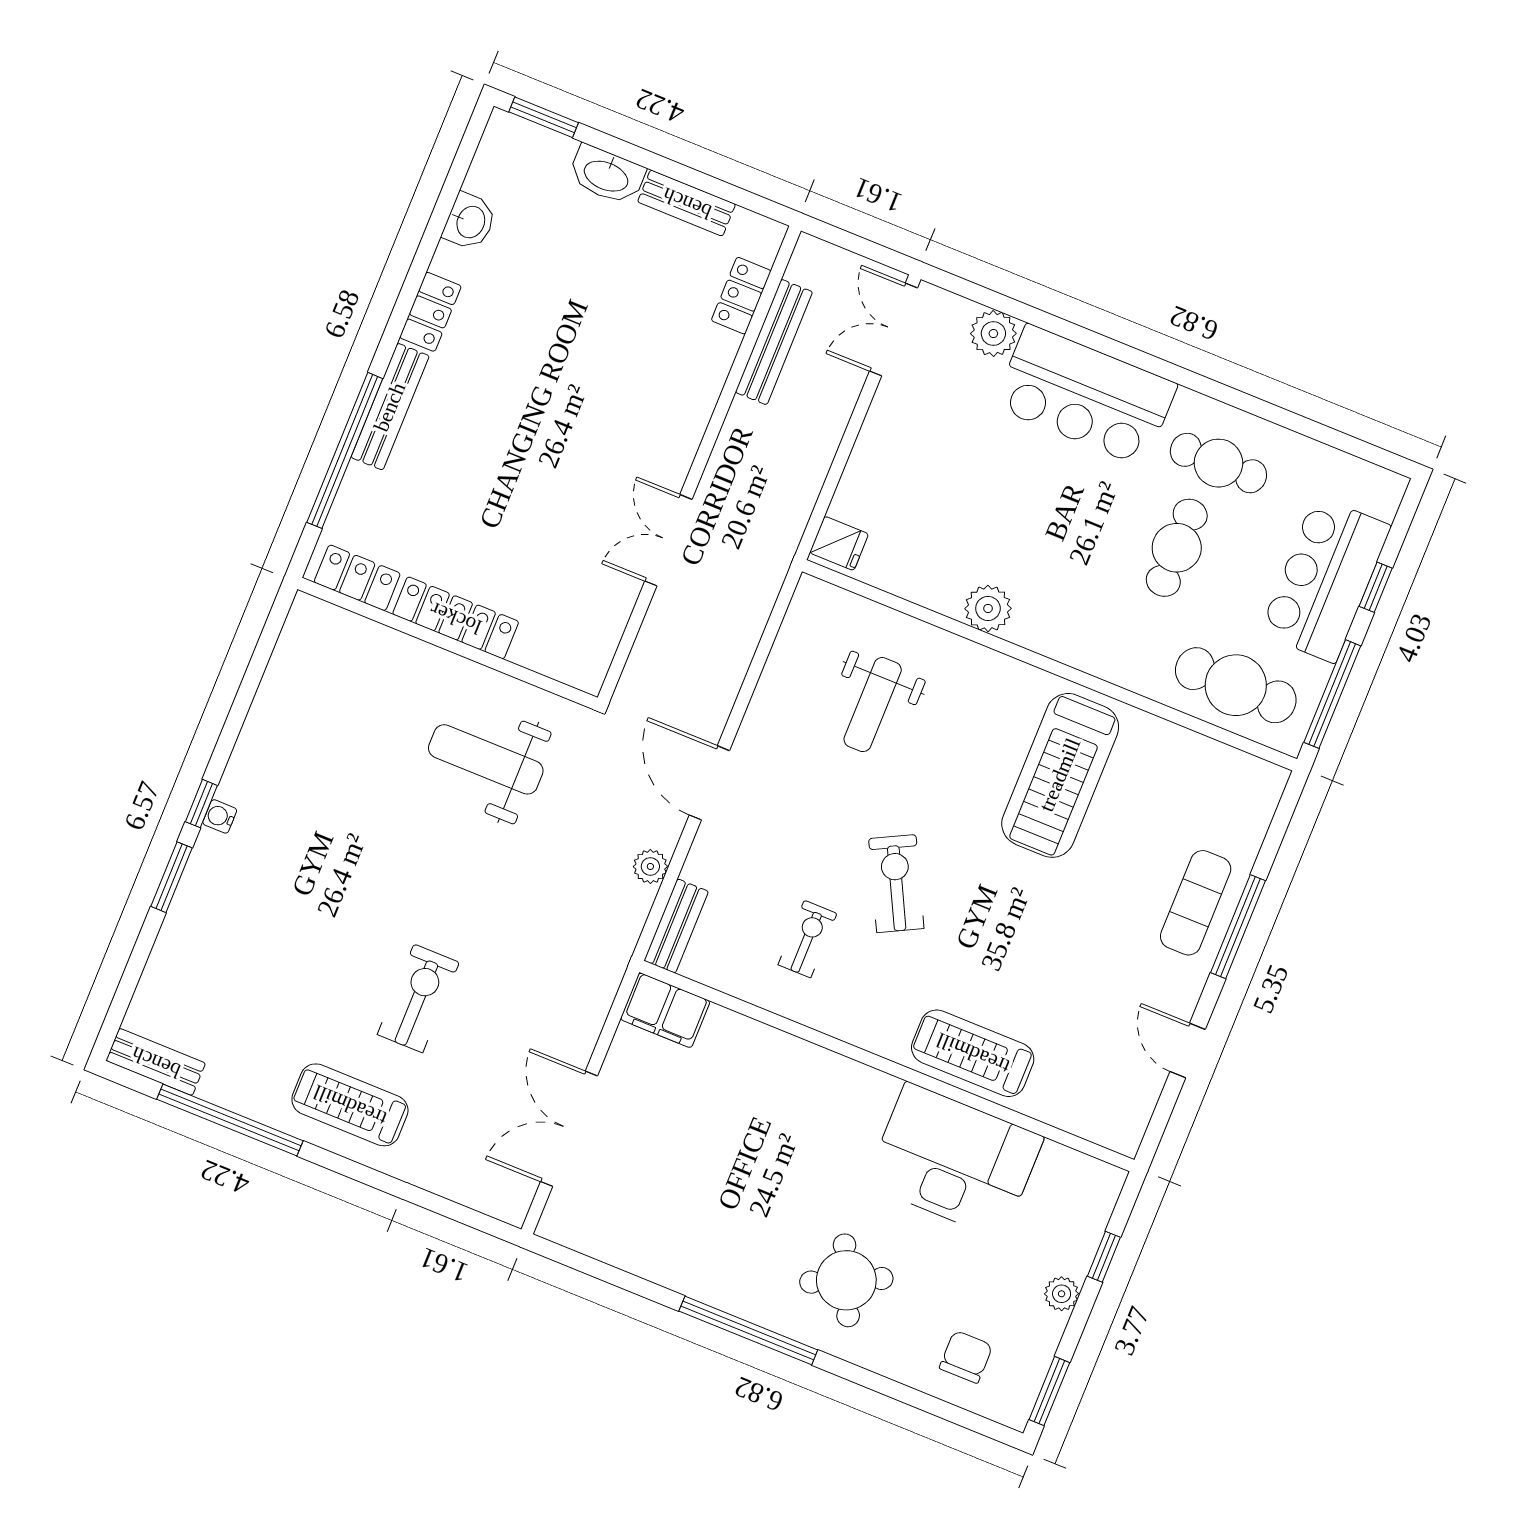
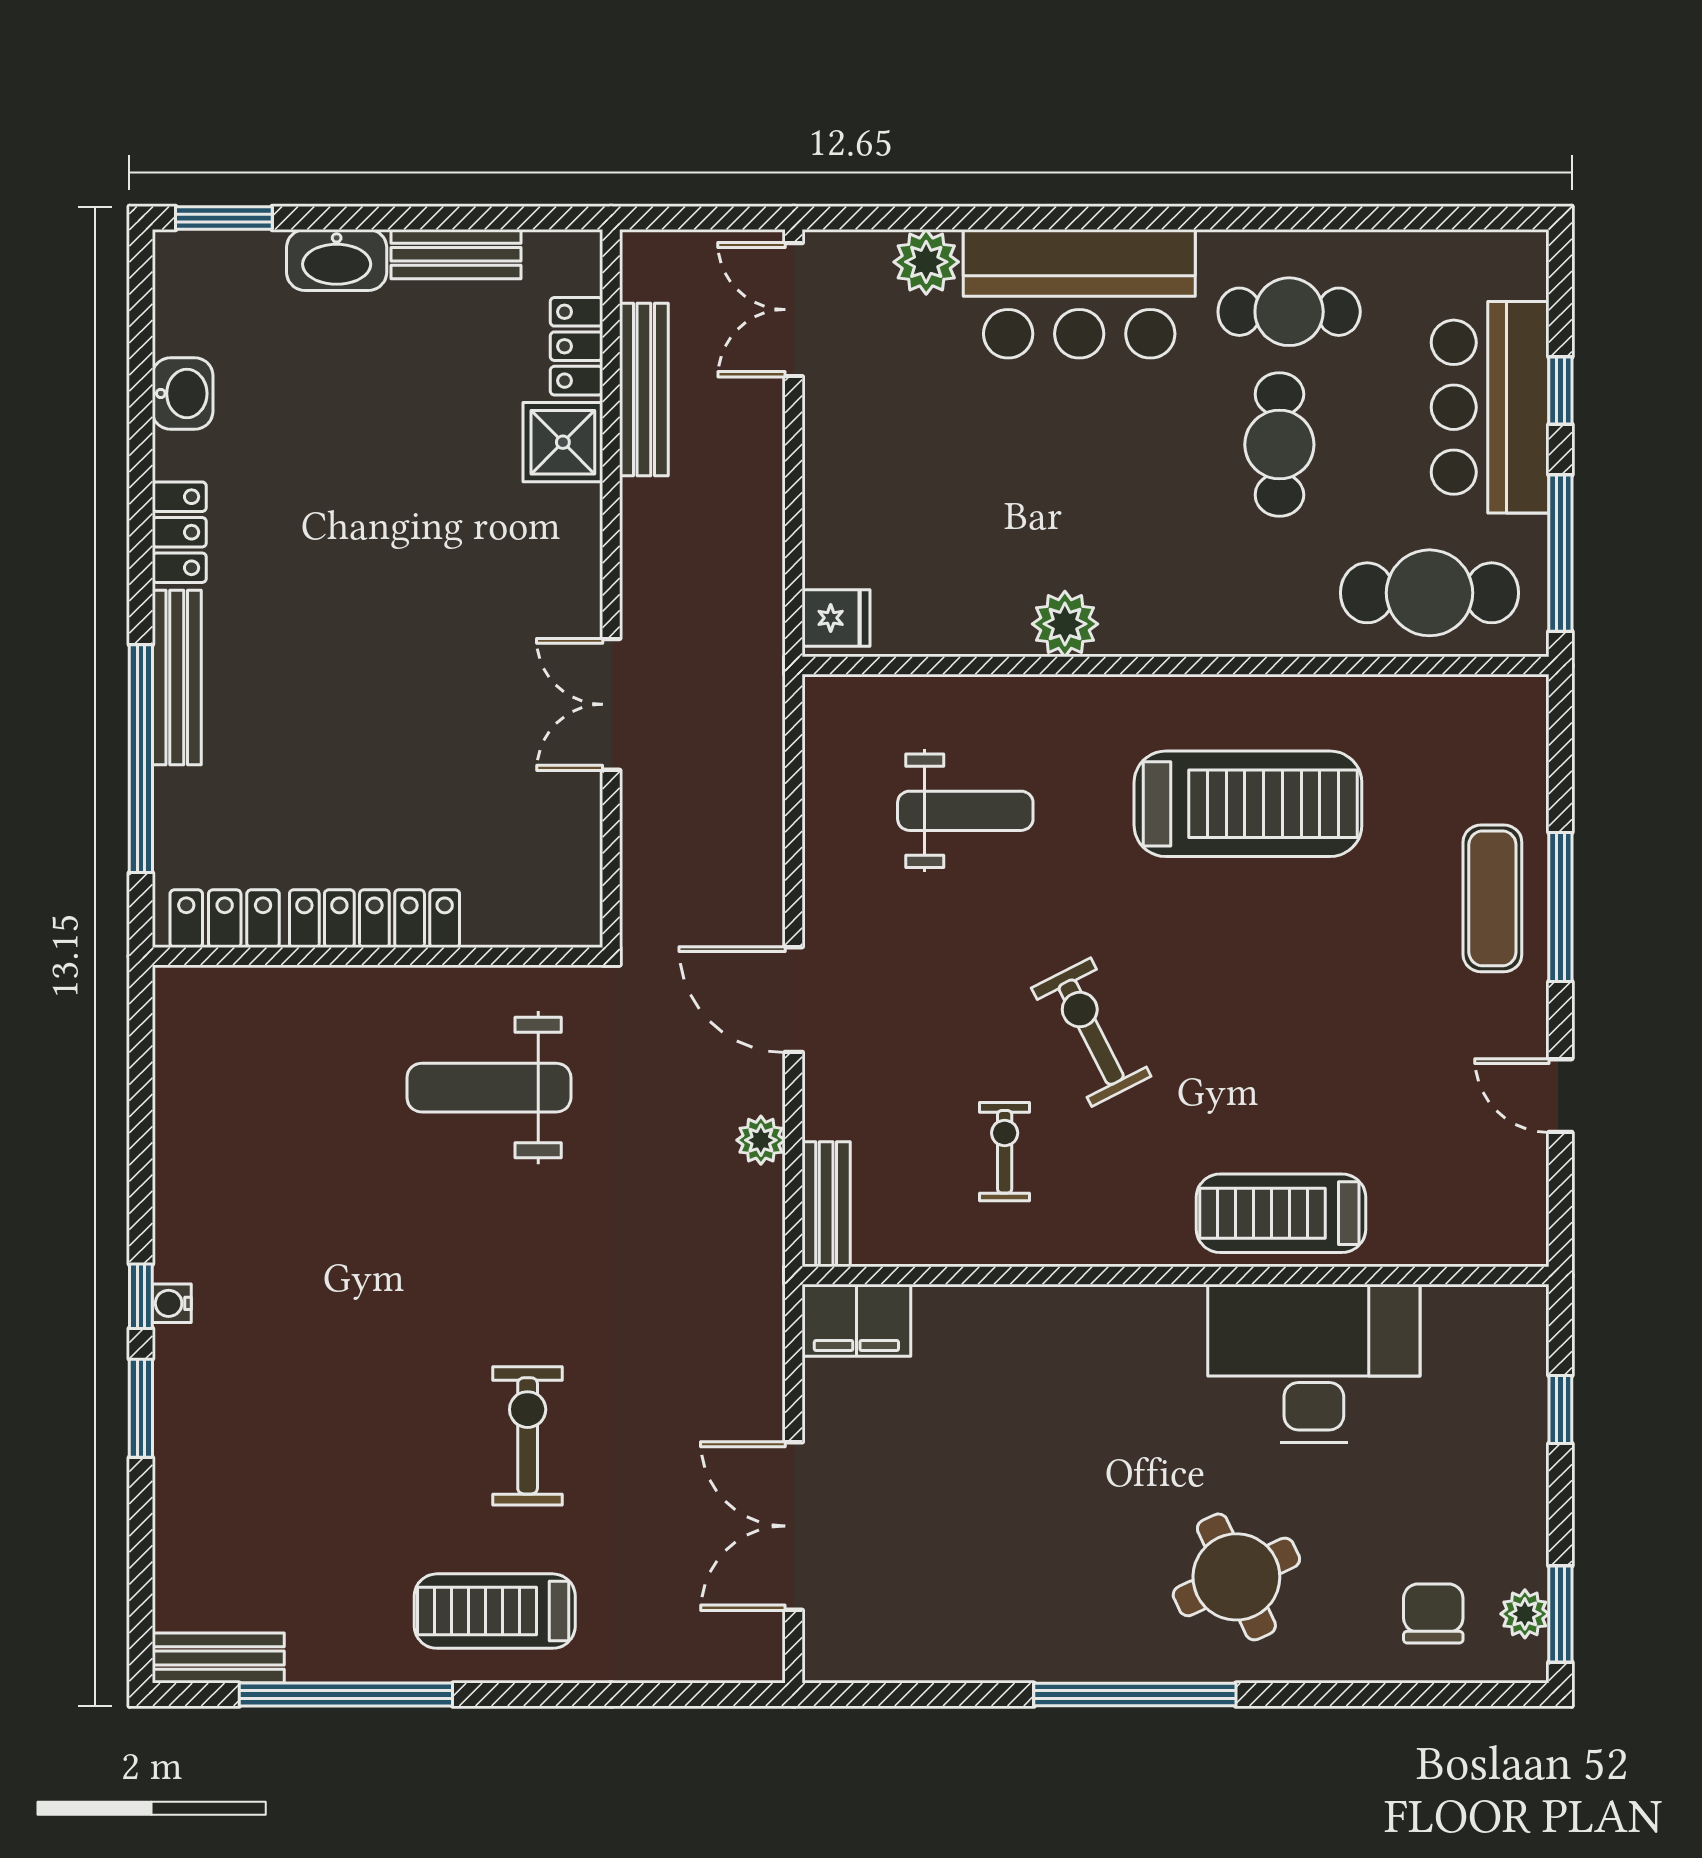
shower: (707, 355) -> (563, 442), added
weight bench: (873, 705) -> (965, 811), turned -90
treadmill: (1060, 775) -> (1248, 804), turned -90
plant: (1062, 1294) -> (1525, 1614), moved

